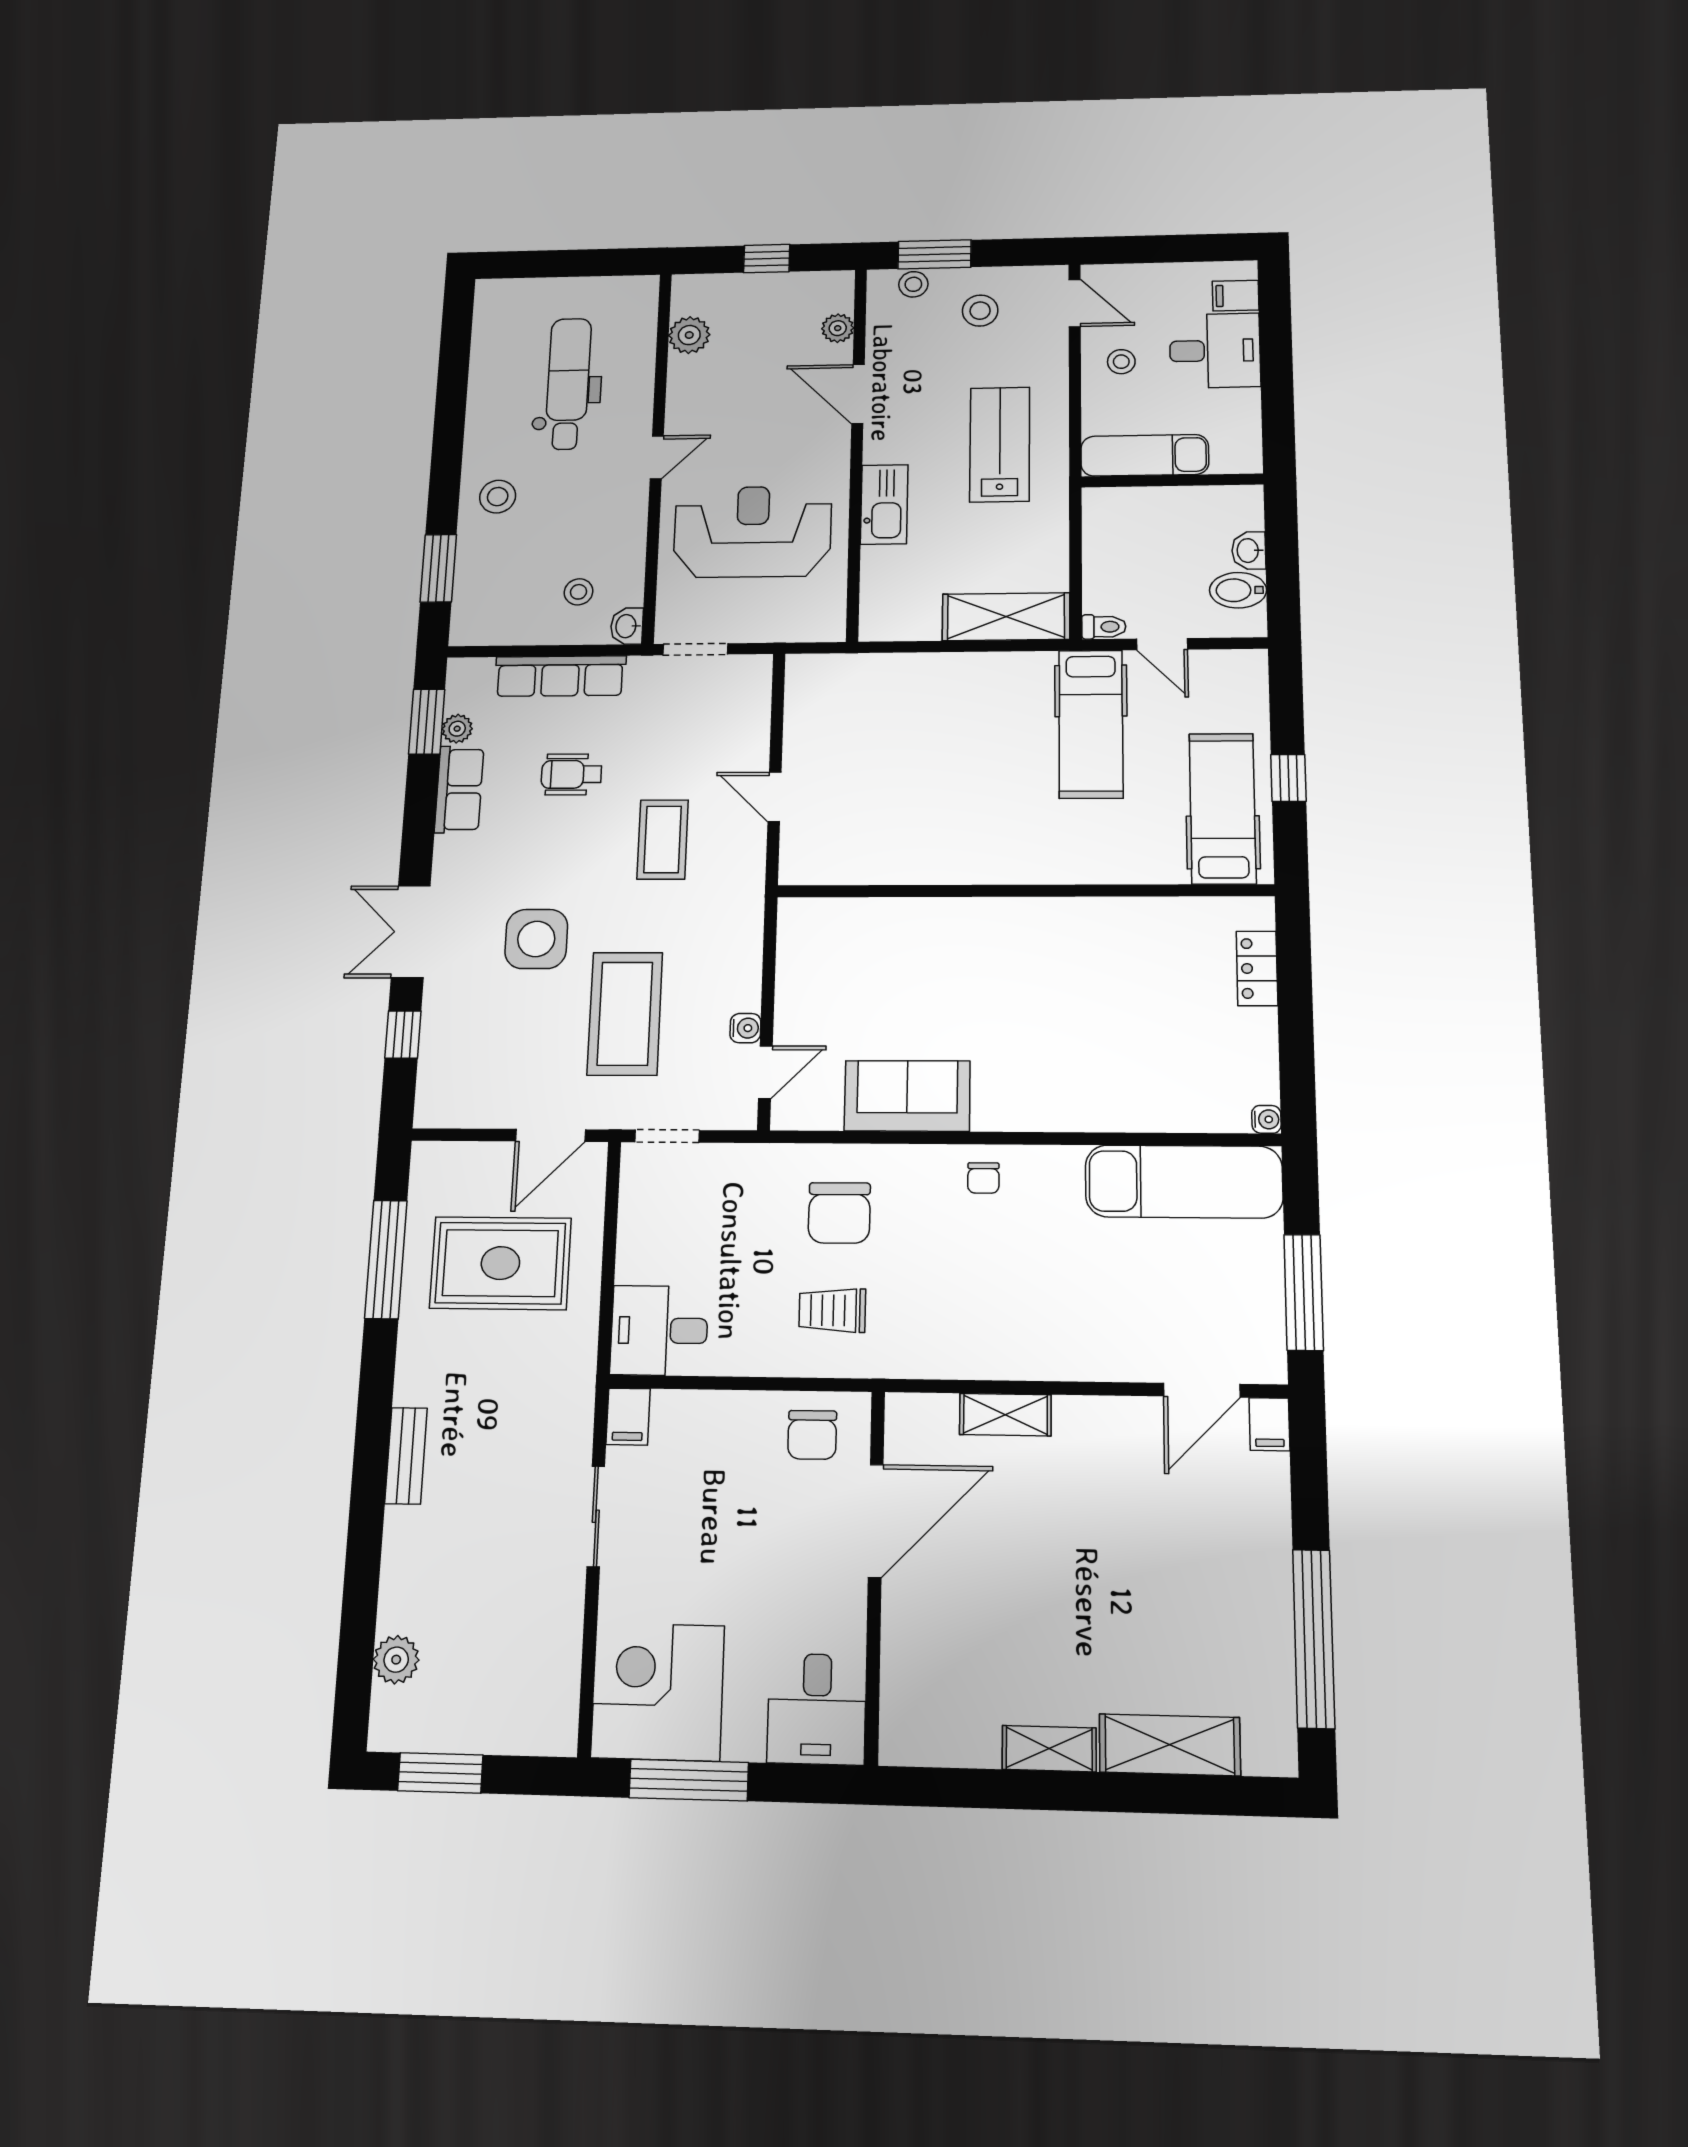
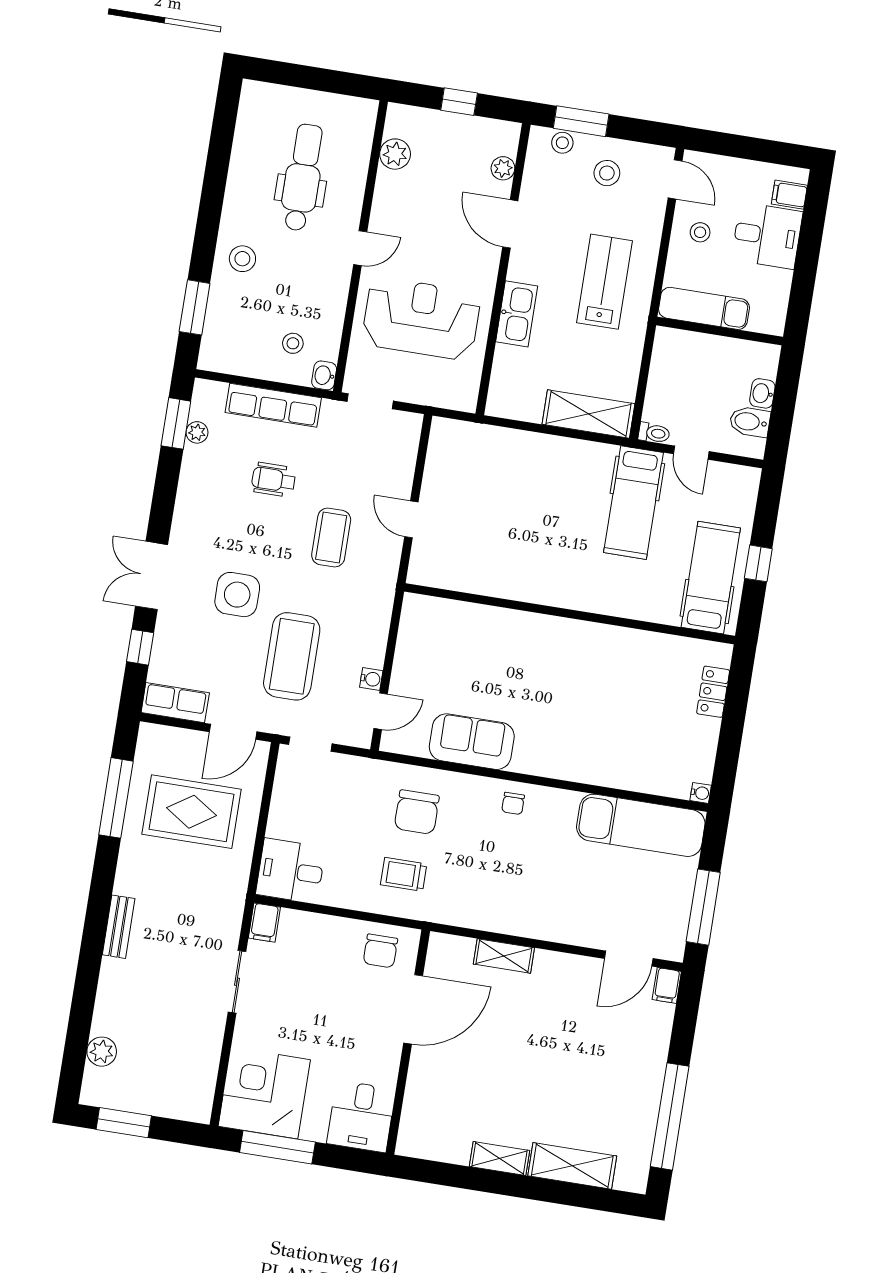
row of seats: (459, 789) -> (175, 703), moved, turned -90

